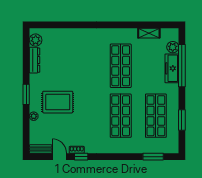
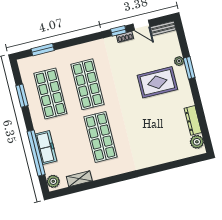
plant: (173, 47) -> (53, 181), moved
window: (26, 94) -> (189, 68), moved

